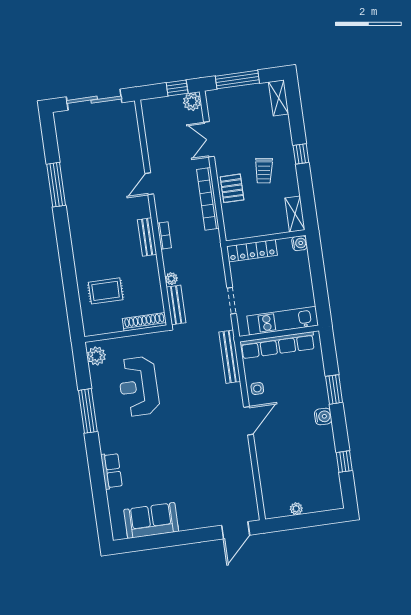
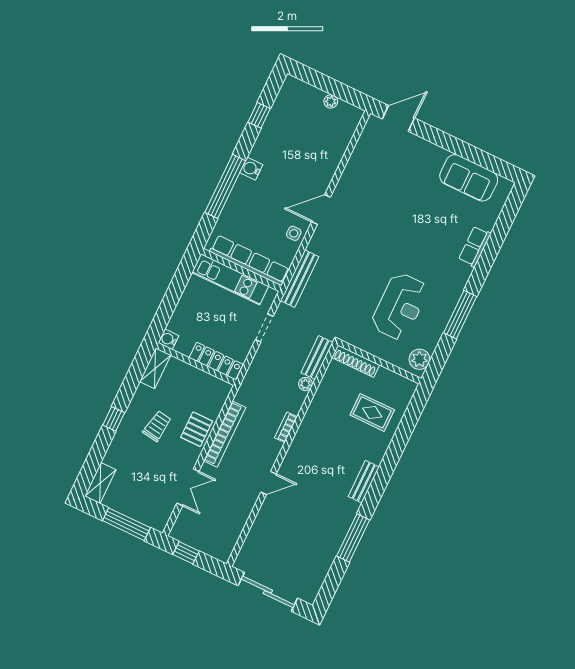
plant: (192, 102) -> (181, 531), removed
bench: (147, 237) -> (364, 482), moved
window: (334, 389) -> (225, 186), width x2.11

